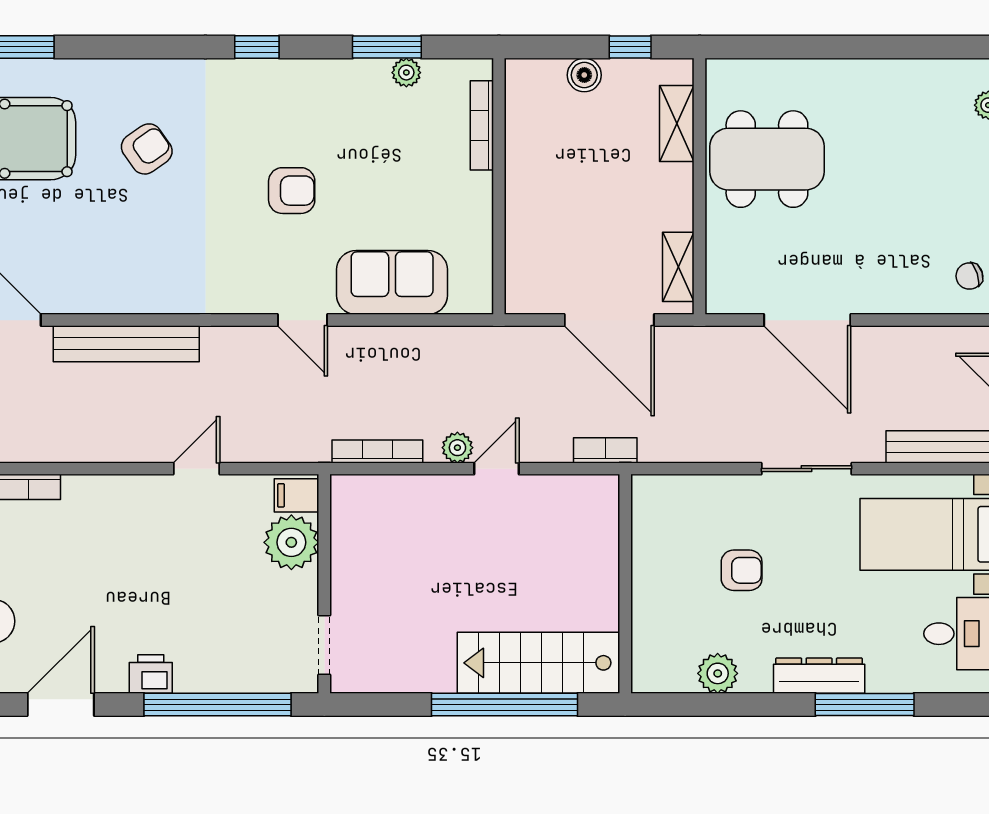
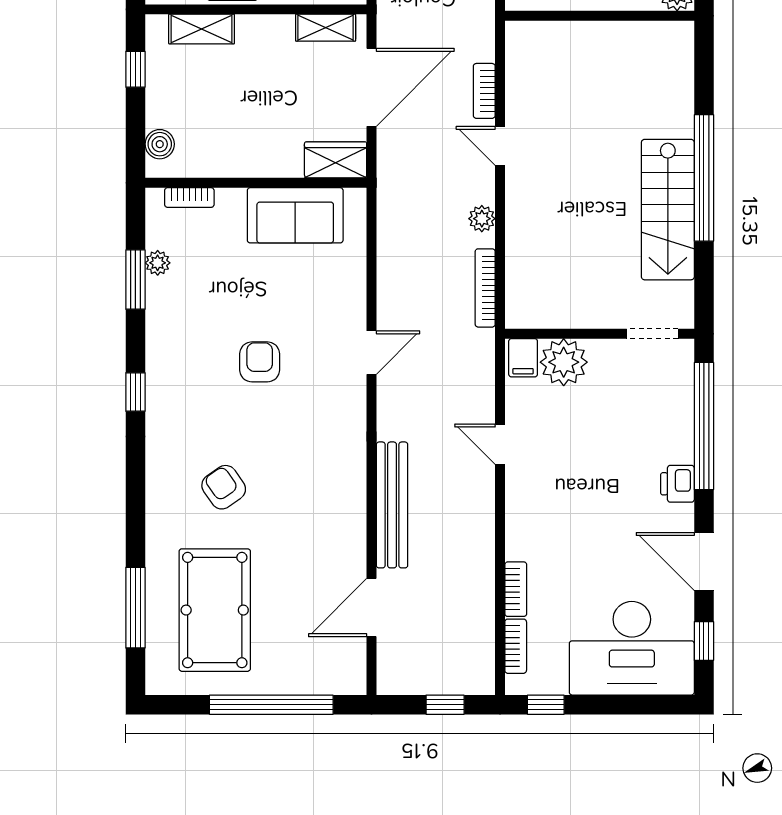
boiler: (584, 75) -> (160, 144), moved
bookcase: (482, 125) -> (189, 198), width x0.64
wardrobe: (525, 278) -> (336, 160), added
sofa: (392, 282) -> (295, 215), moved, turned -90
door: (496, 469) -> (500, 146), moved
wall: (625, 584) -> (600, 16), moved
stairs: (538, 663) -> (668, 210), moved

